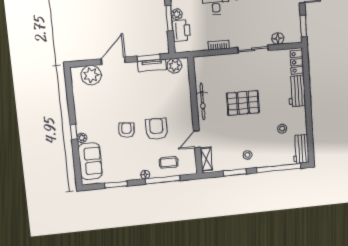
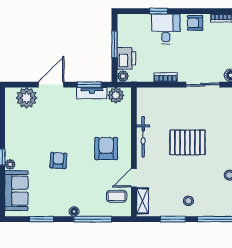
plant: (177, 14) -> (123, 76), moved
armchair: (156, 129) -> (106, 149), moved
coffee table: (169, 162) -> (117, 196), moved

